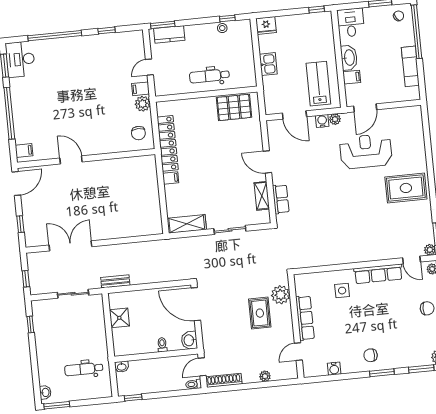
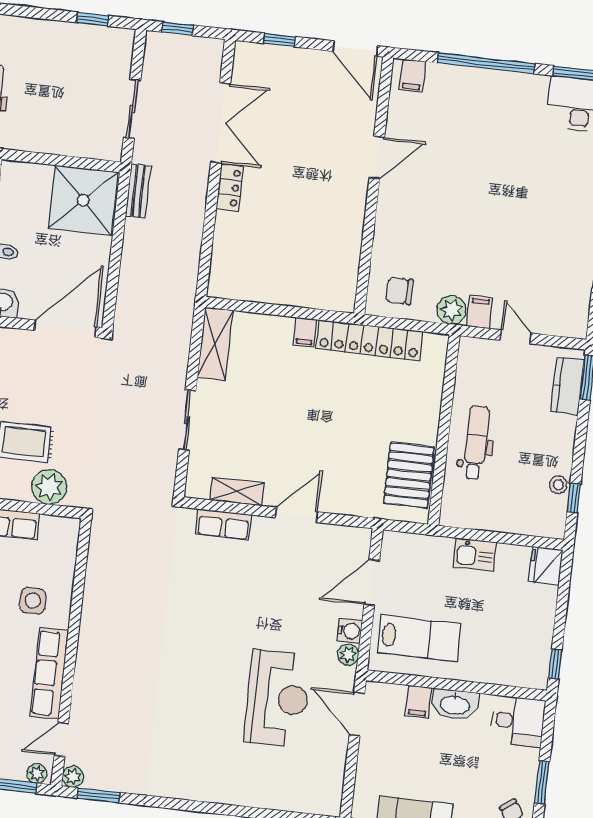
rug: (406, 188) -> (195, 757), removed
locker: (103, 234) -> (230, 188), added
shower: (119, 318) -> (83, 200), width x1.86, depth x1.86

